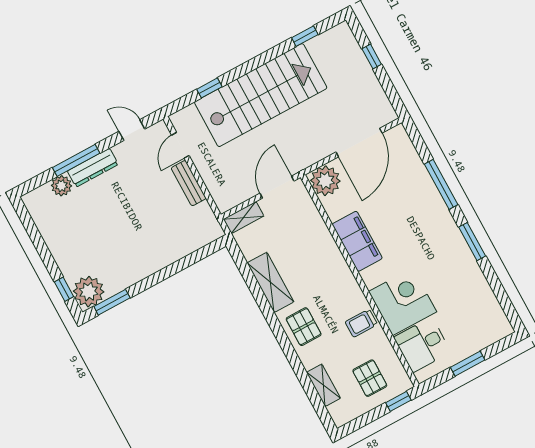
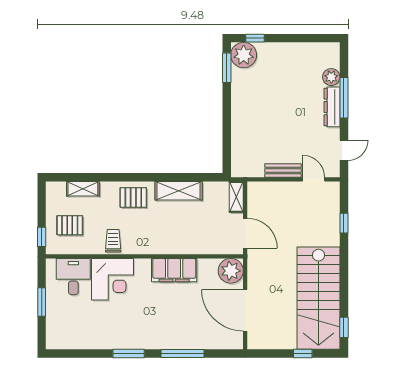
window: (305, 36) -> (344, 327), moved
stairs: (261, 95) -> (318, 298), moved

